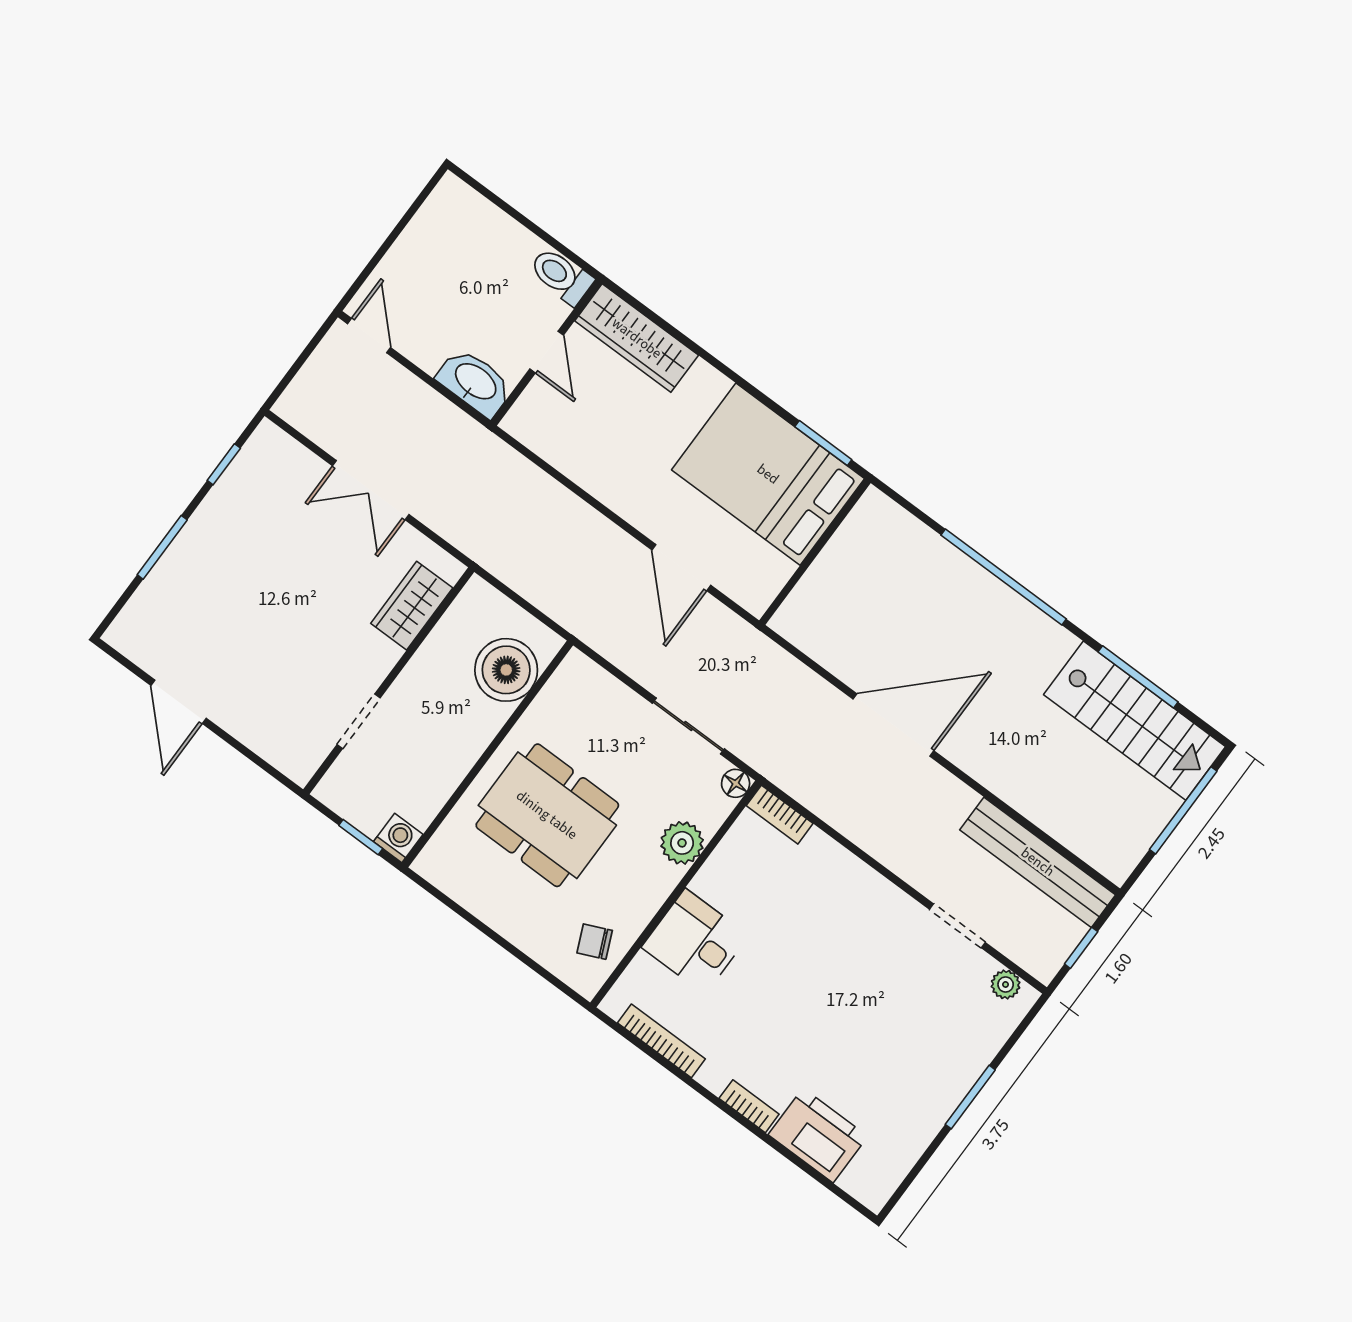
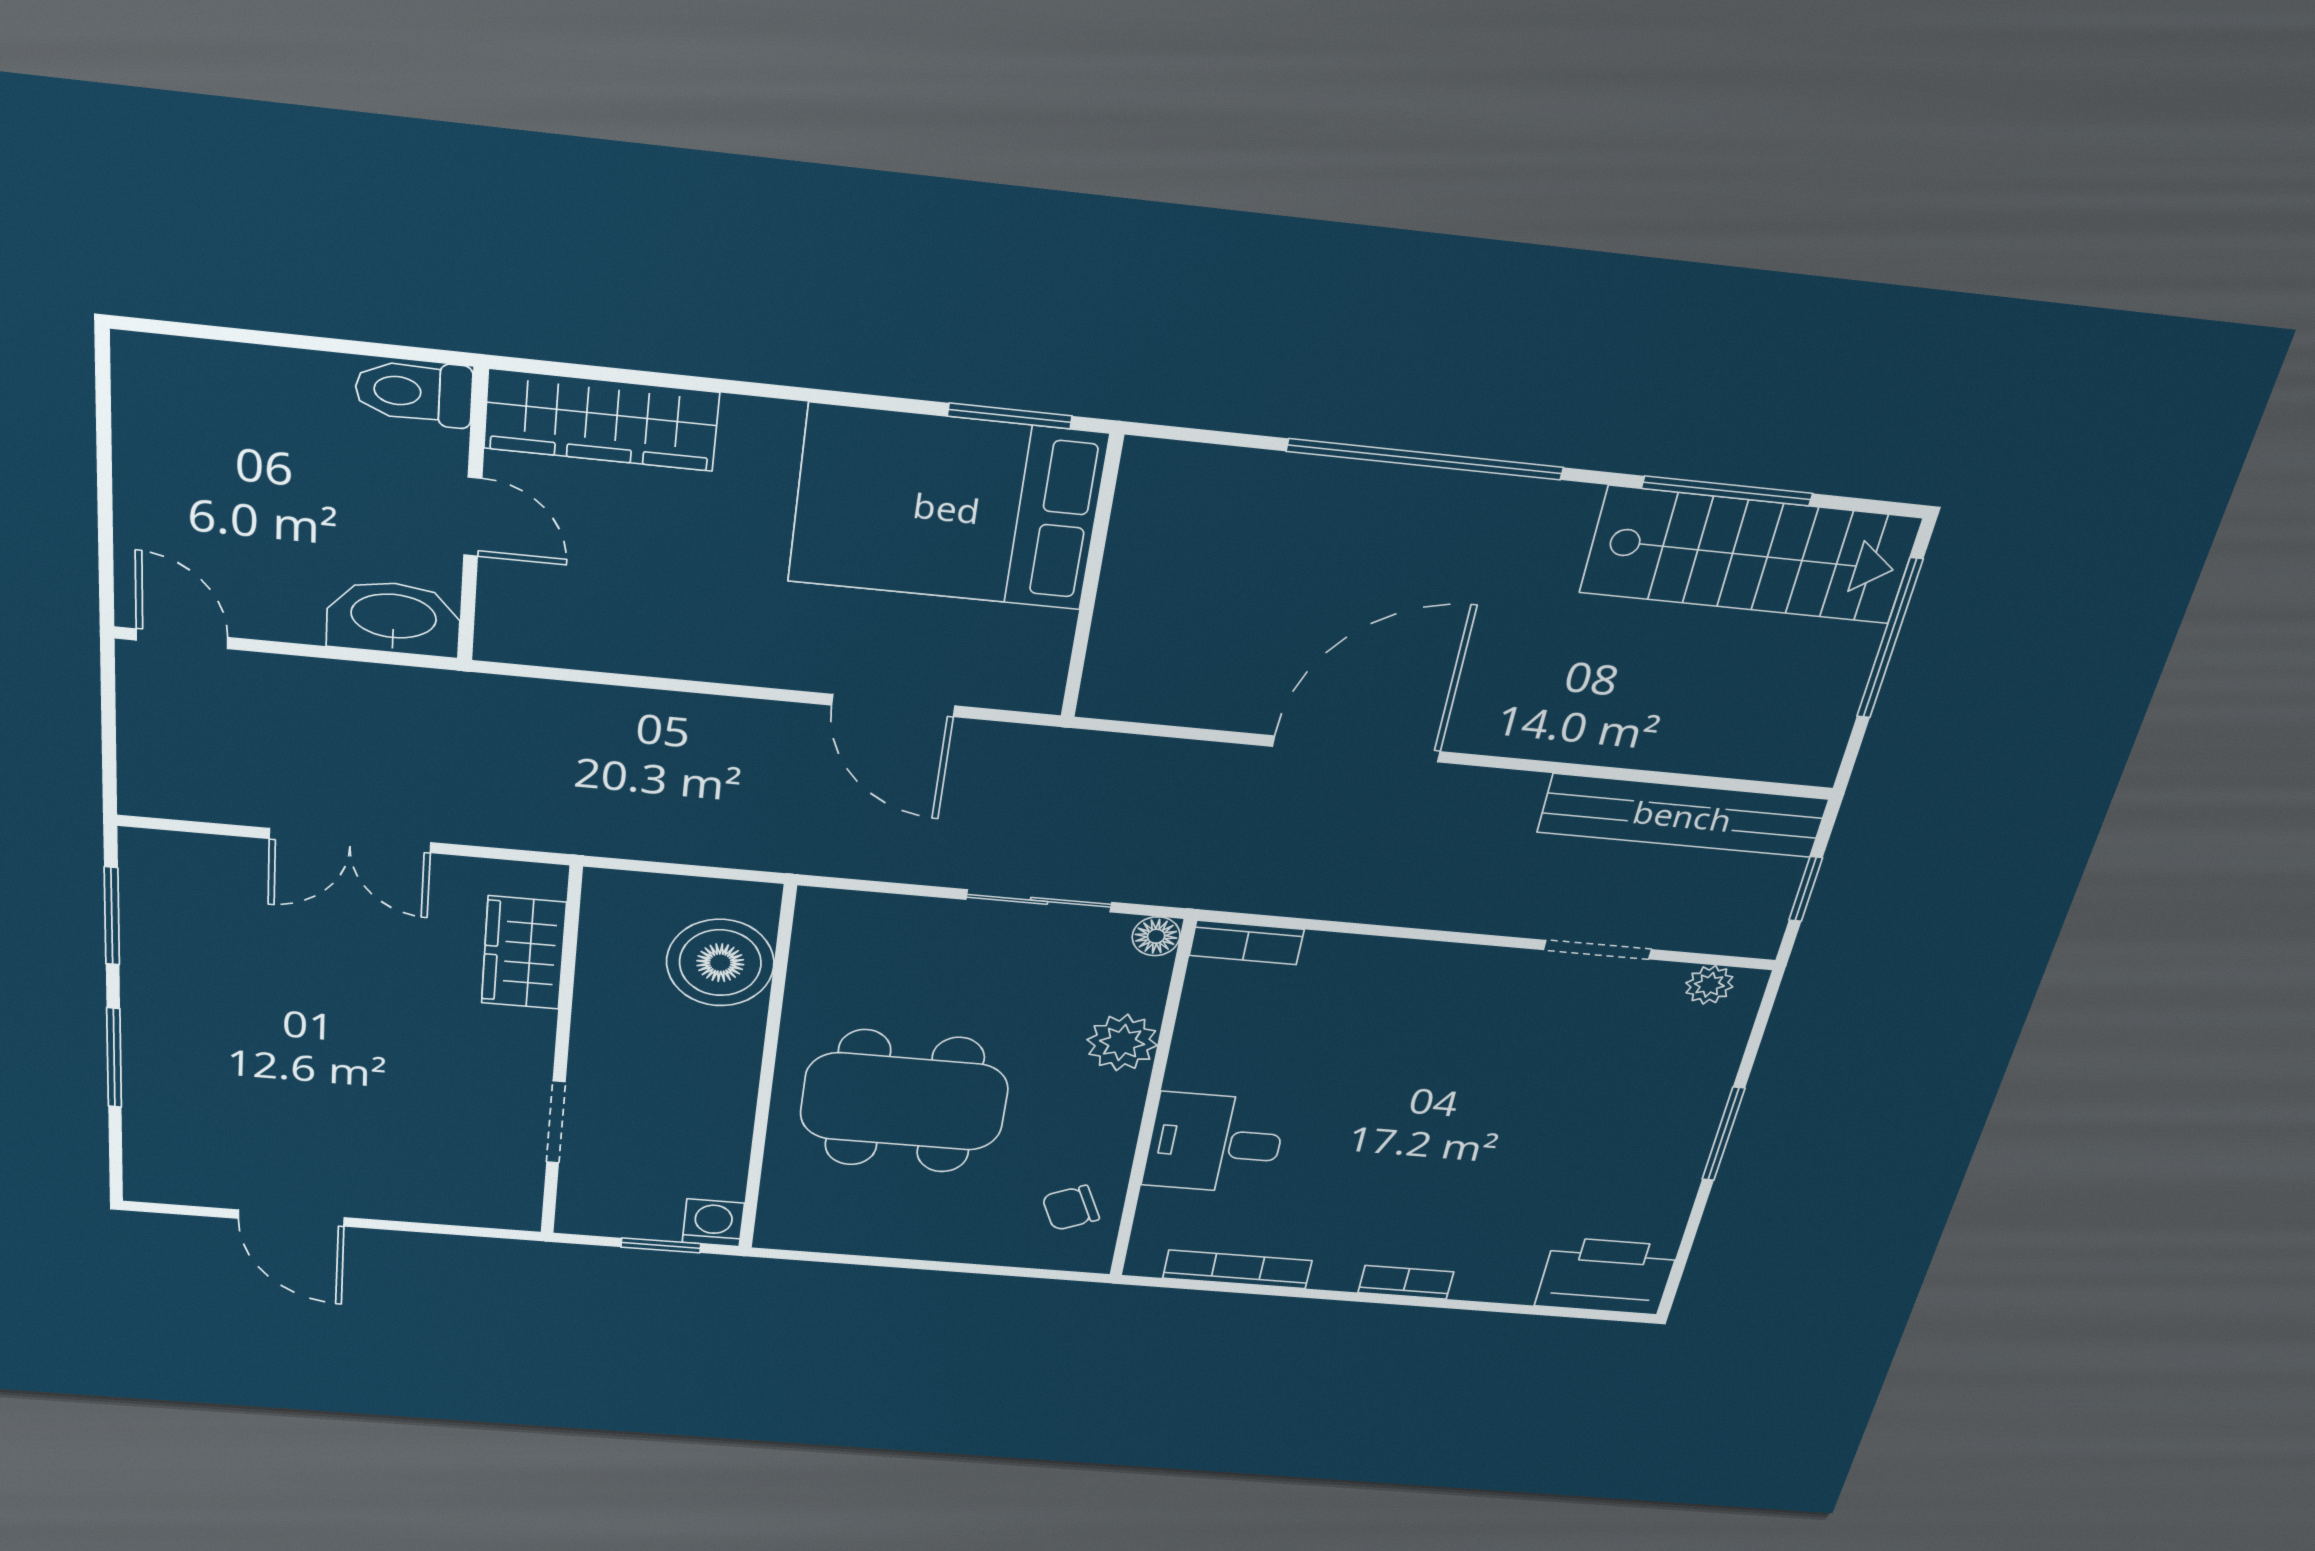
window: (224, 464) -> (112, 916), width x1.50
printer: (818, 1135) -> (1607, 1276), moved

